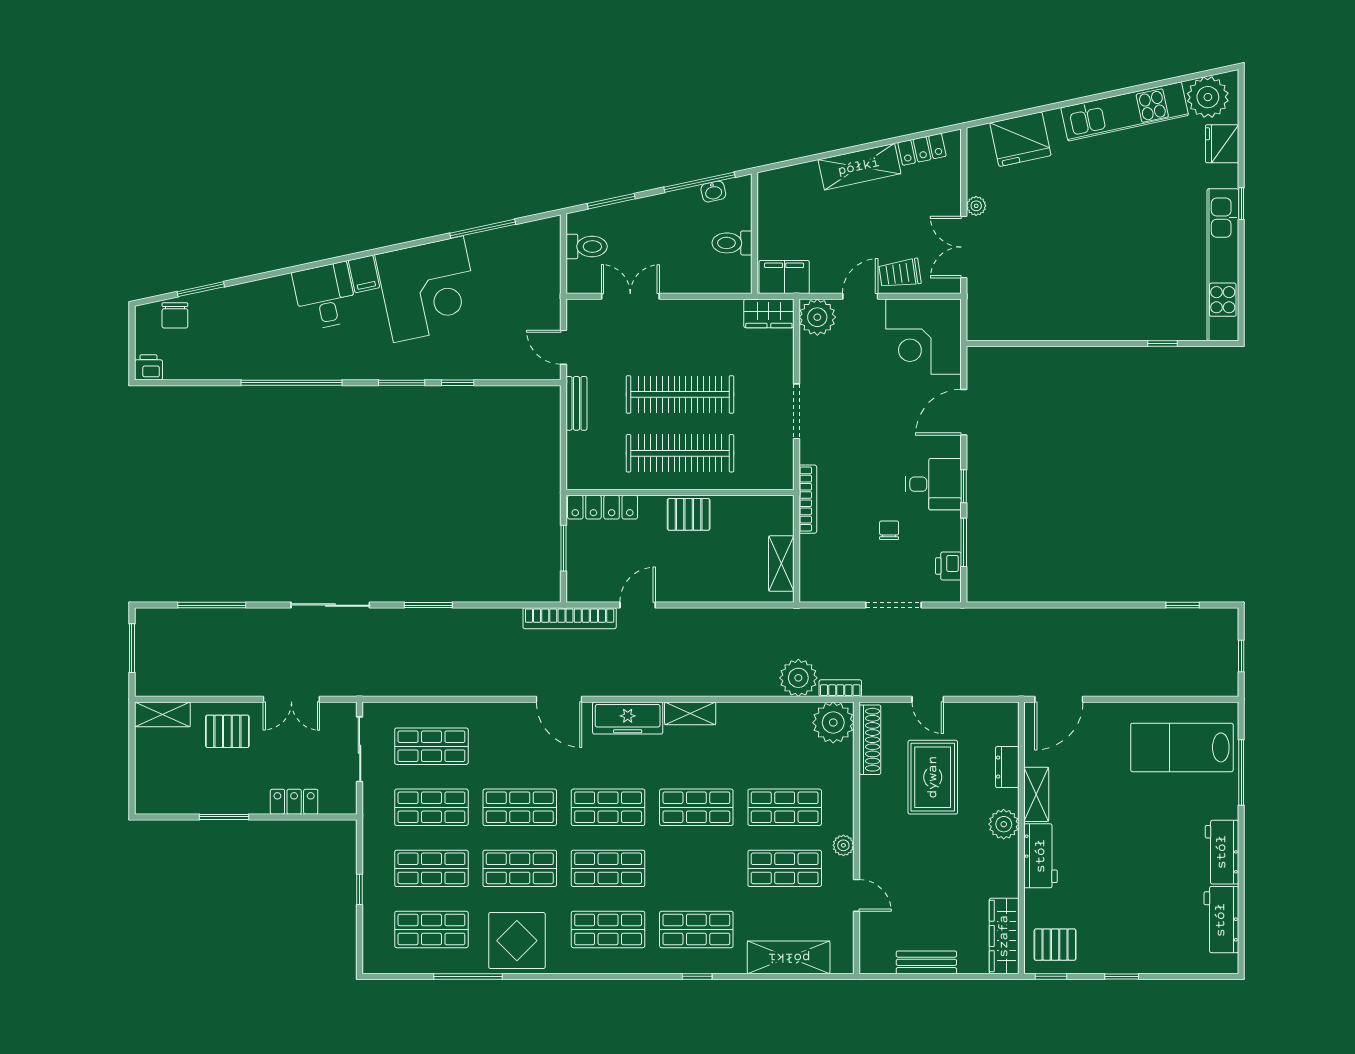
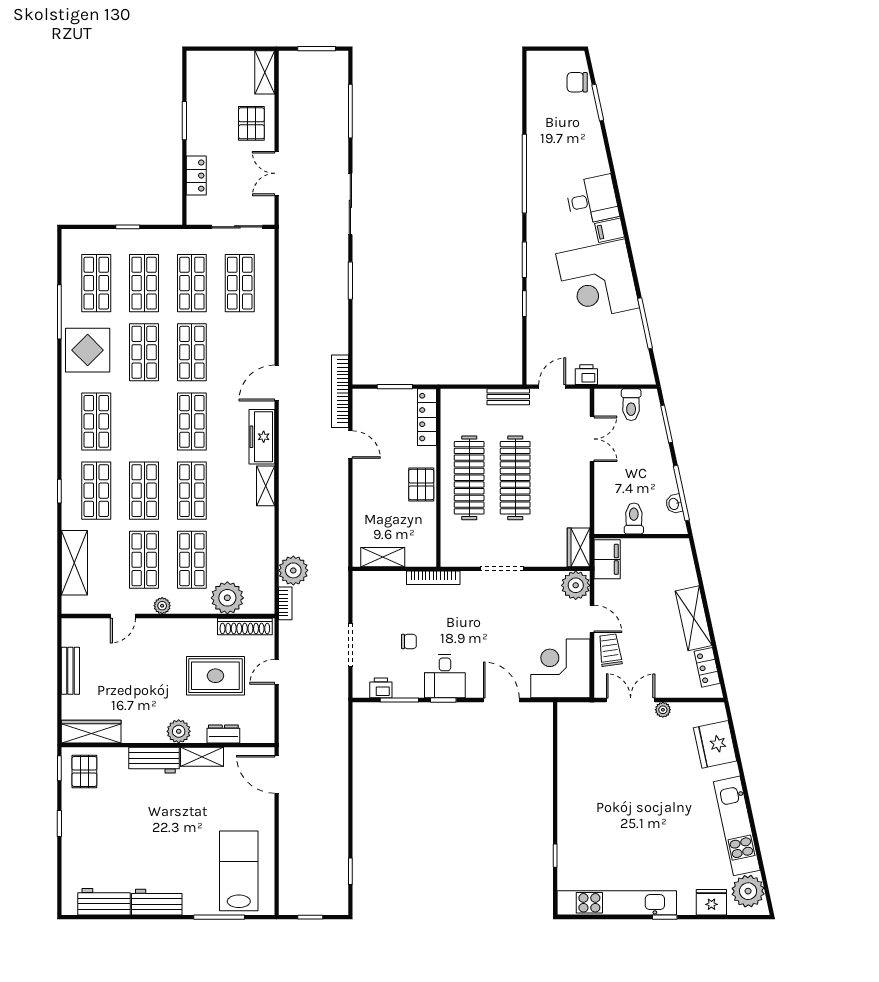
printer: (149, 367) -> (586, 375), moved, turned -90
plant: (833, 723) -> (227, 598), moved
shop shelf: (608, 868) -> (144, 491), moved

